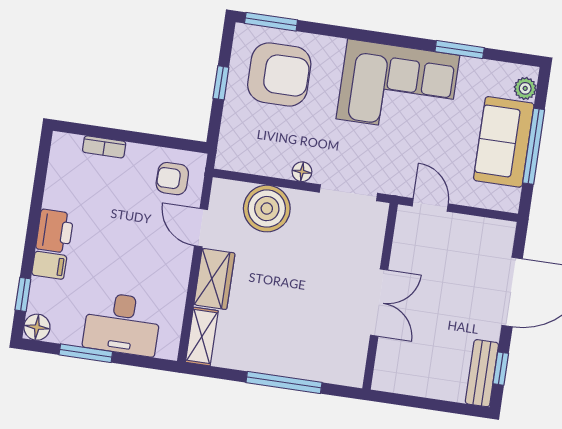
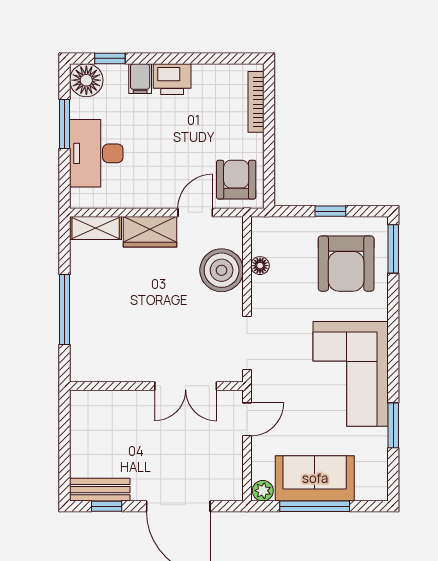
plant: (525, 88) -> (263, 491), moved
bookcase: (104, 147) -> (256, 102), width x1.56
floor lamp: (302, 172) -> (260, 266), moved
armchair: (172, 179) -> (236, 180), width x1.38, depth x1.38
double door: (379, 303) -> (186, 386), moved
floor lamp: (37, 327) -> (86, 80), width x1.38, depth x1.38

